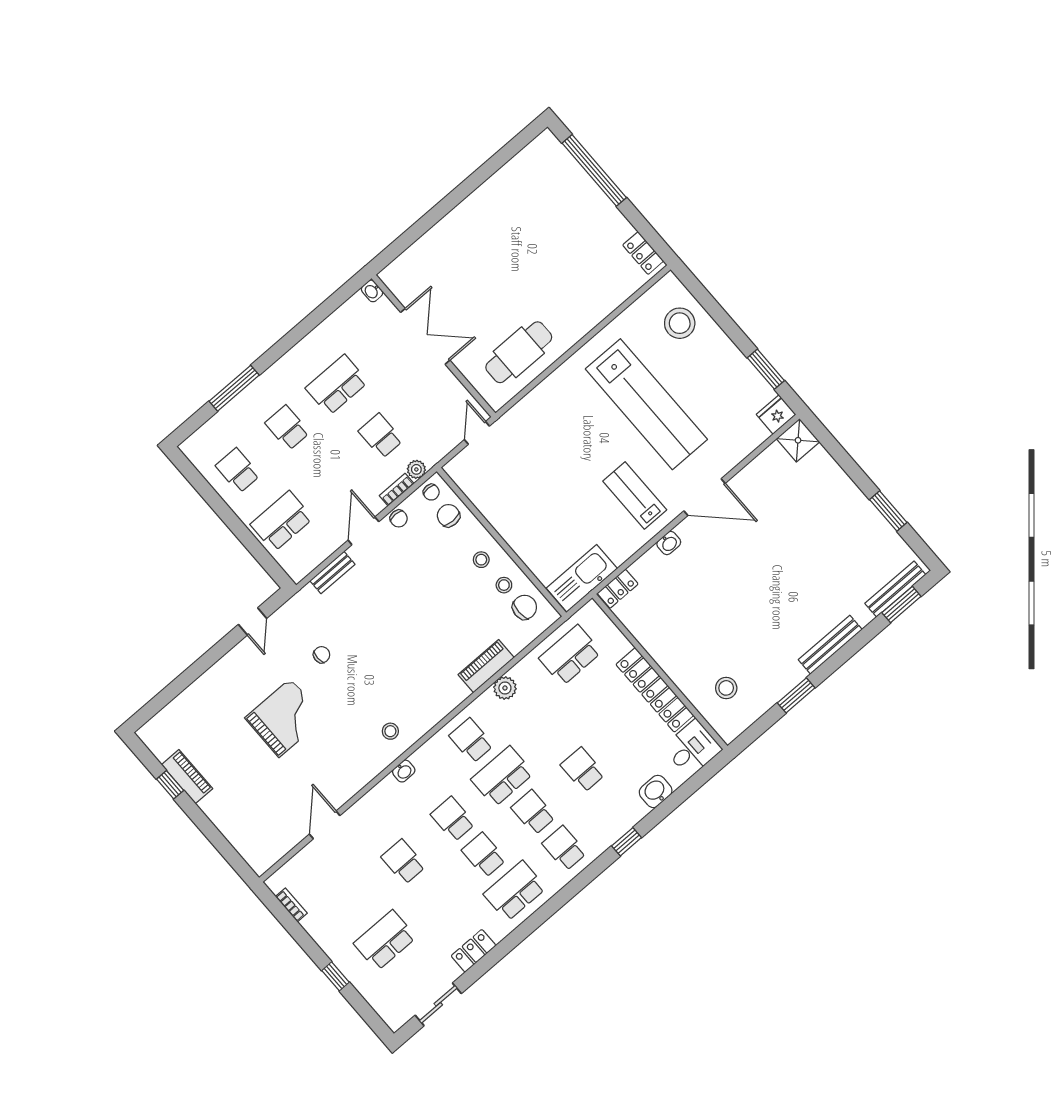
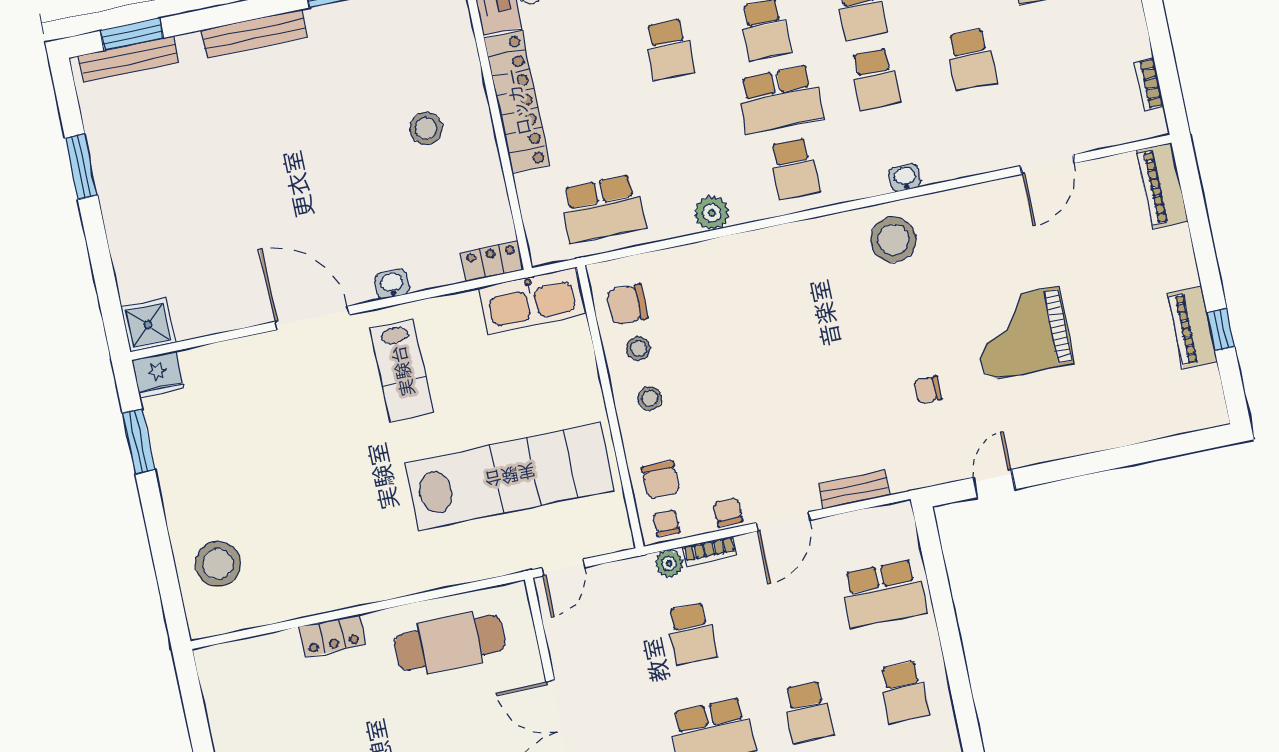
locker: (643, 253) -> (332, 636), moved, turned 90
lab bench: (646, 404) -> (510, 476), moved, turned 90
piano: (486, 666) -> (1162, 186), moved, turned 90
stool: (726, 688) -> (426, 128), moved
stool: (390, 731) -> (893, 240), width x1.89, depth x1.89

